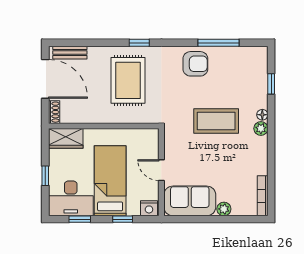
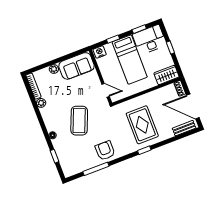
armchair: (195, 64) -> (105, 151), turned 90
coffee table: (216, 121) -> (79, 121), turned -68
plant: (261, 128) -> (41, 103), moved
door: (161, 170) -> (106, 90), moved

